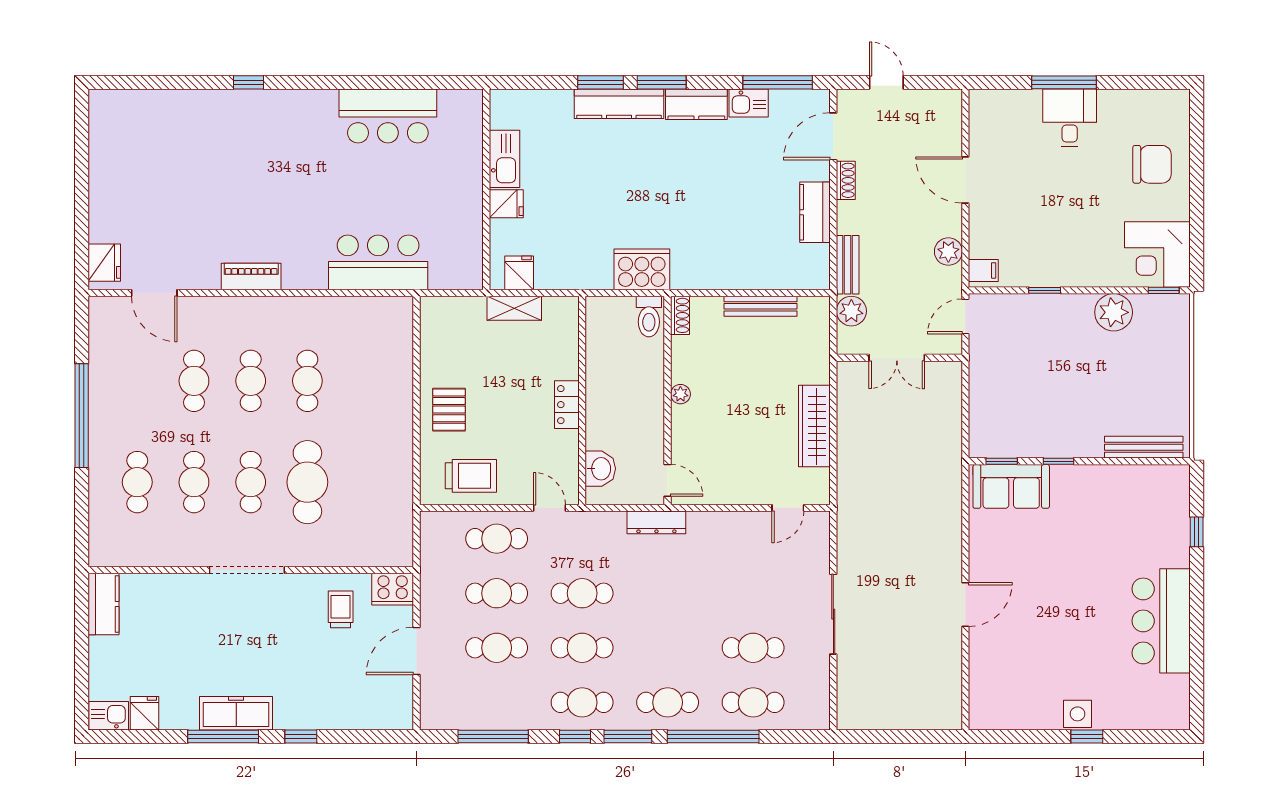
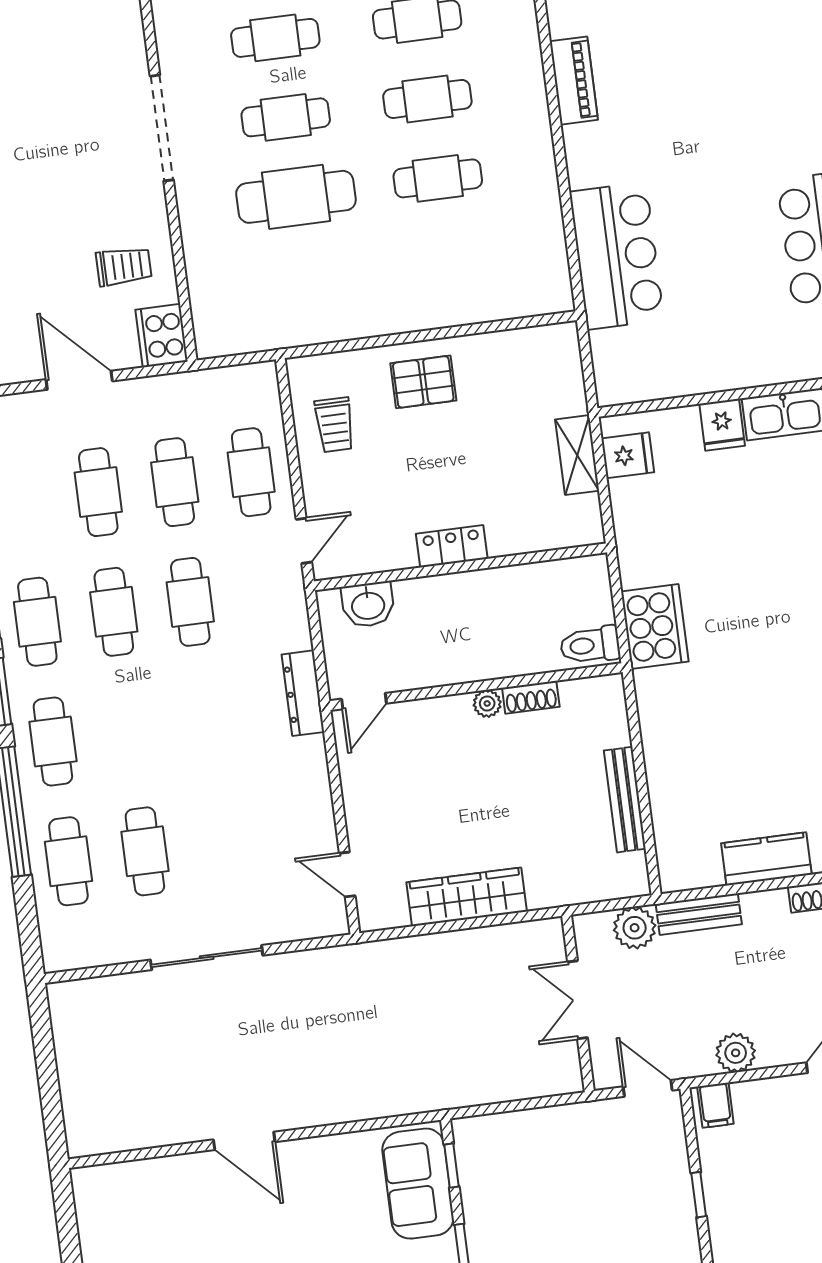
shoe rack: (680, 315) -> (531, 697), moved
trolley: (471, 476) -> (335, 425), width x0.73, depth x0.72

